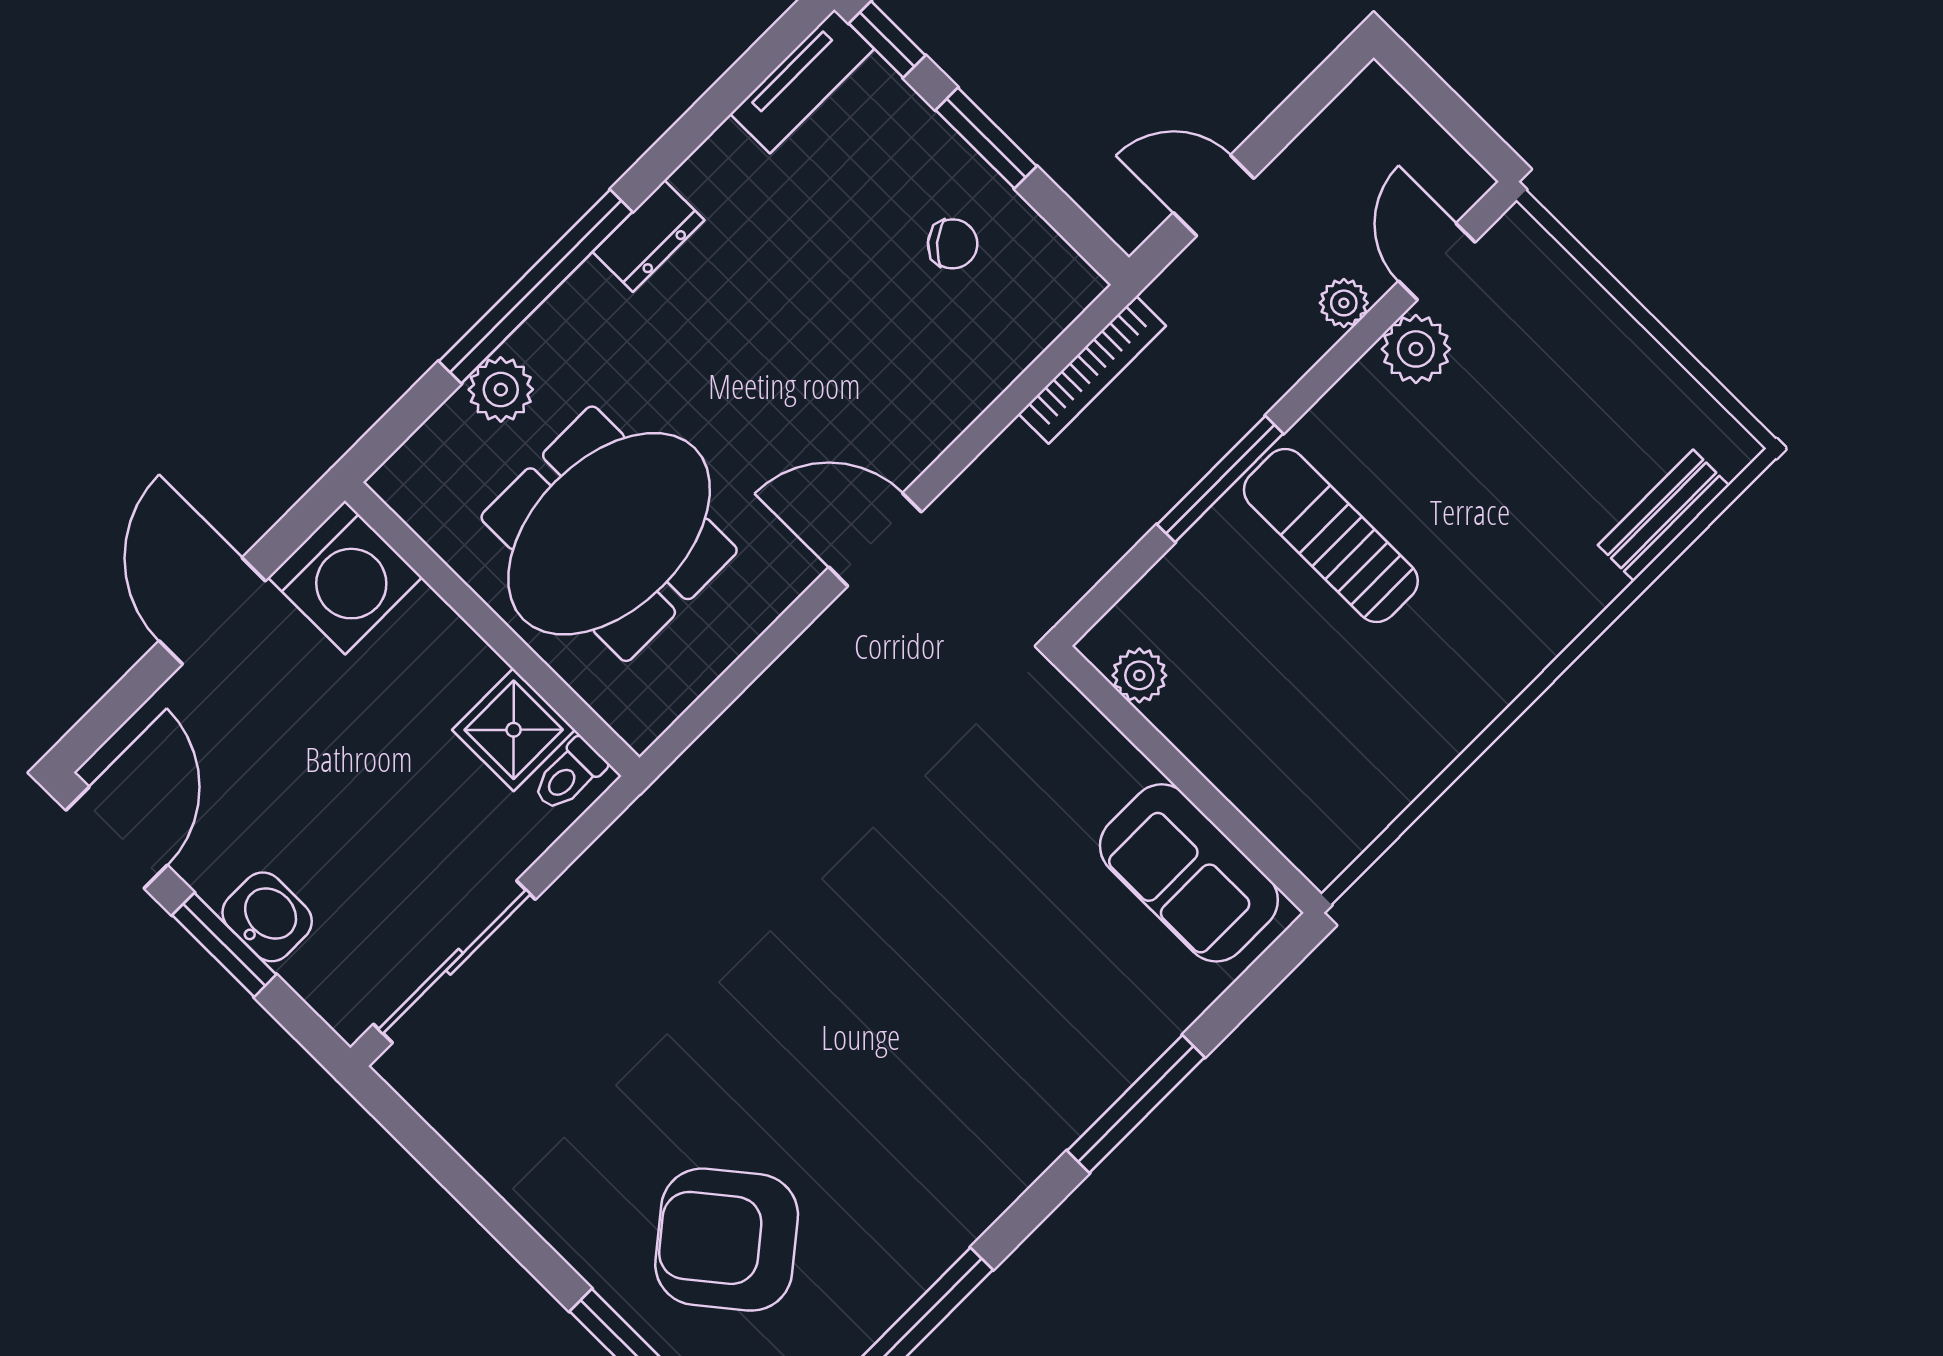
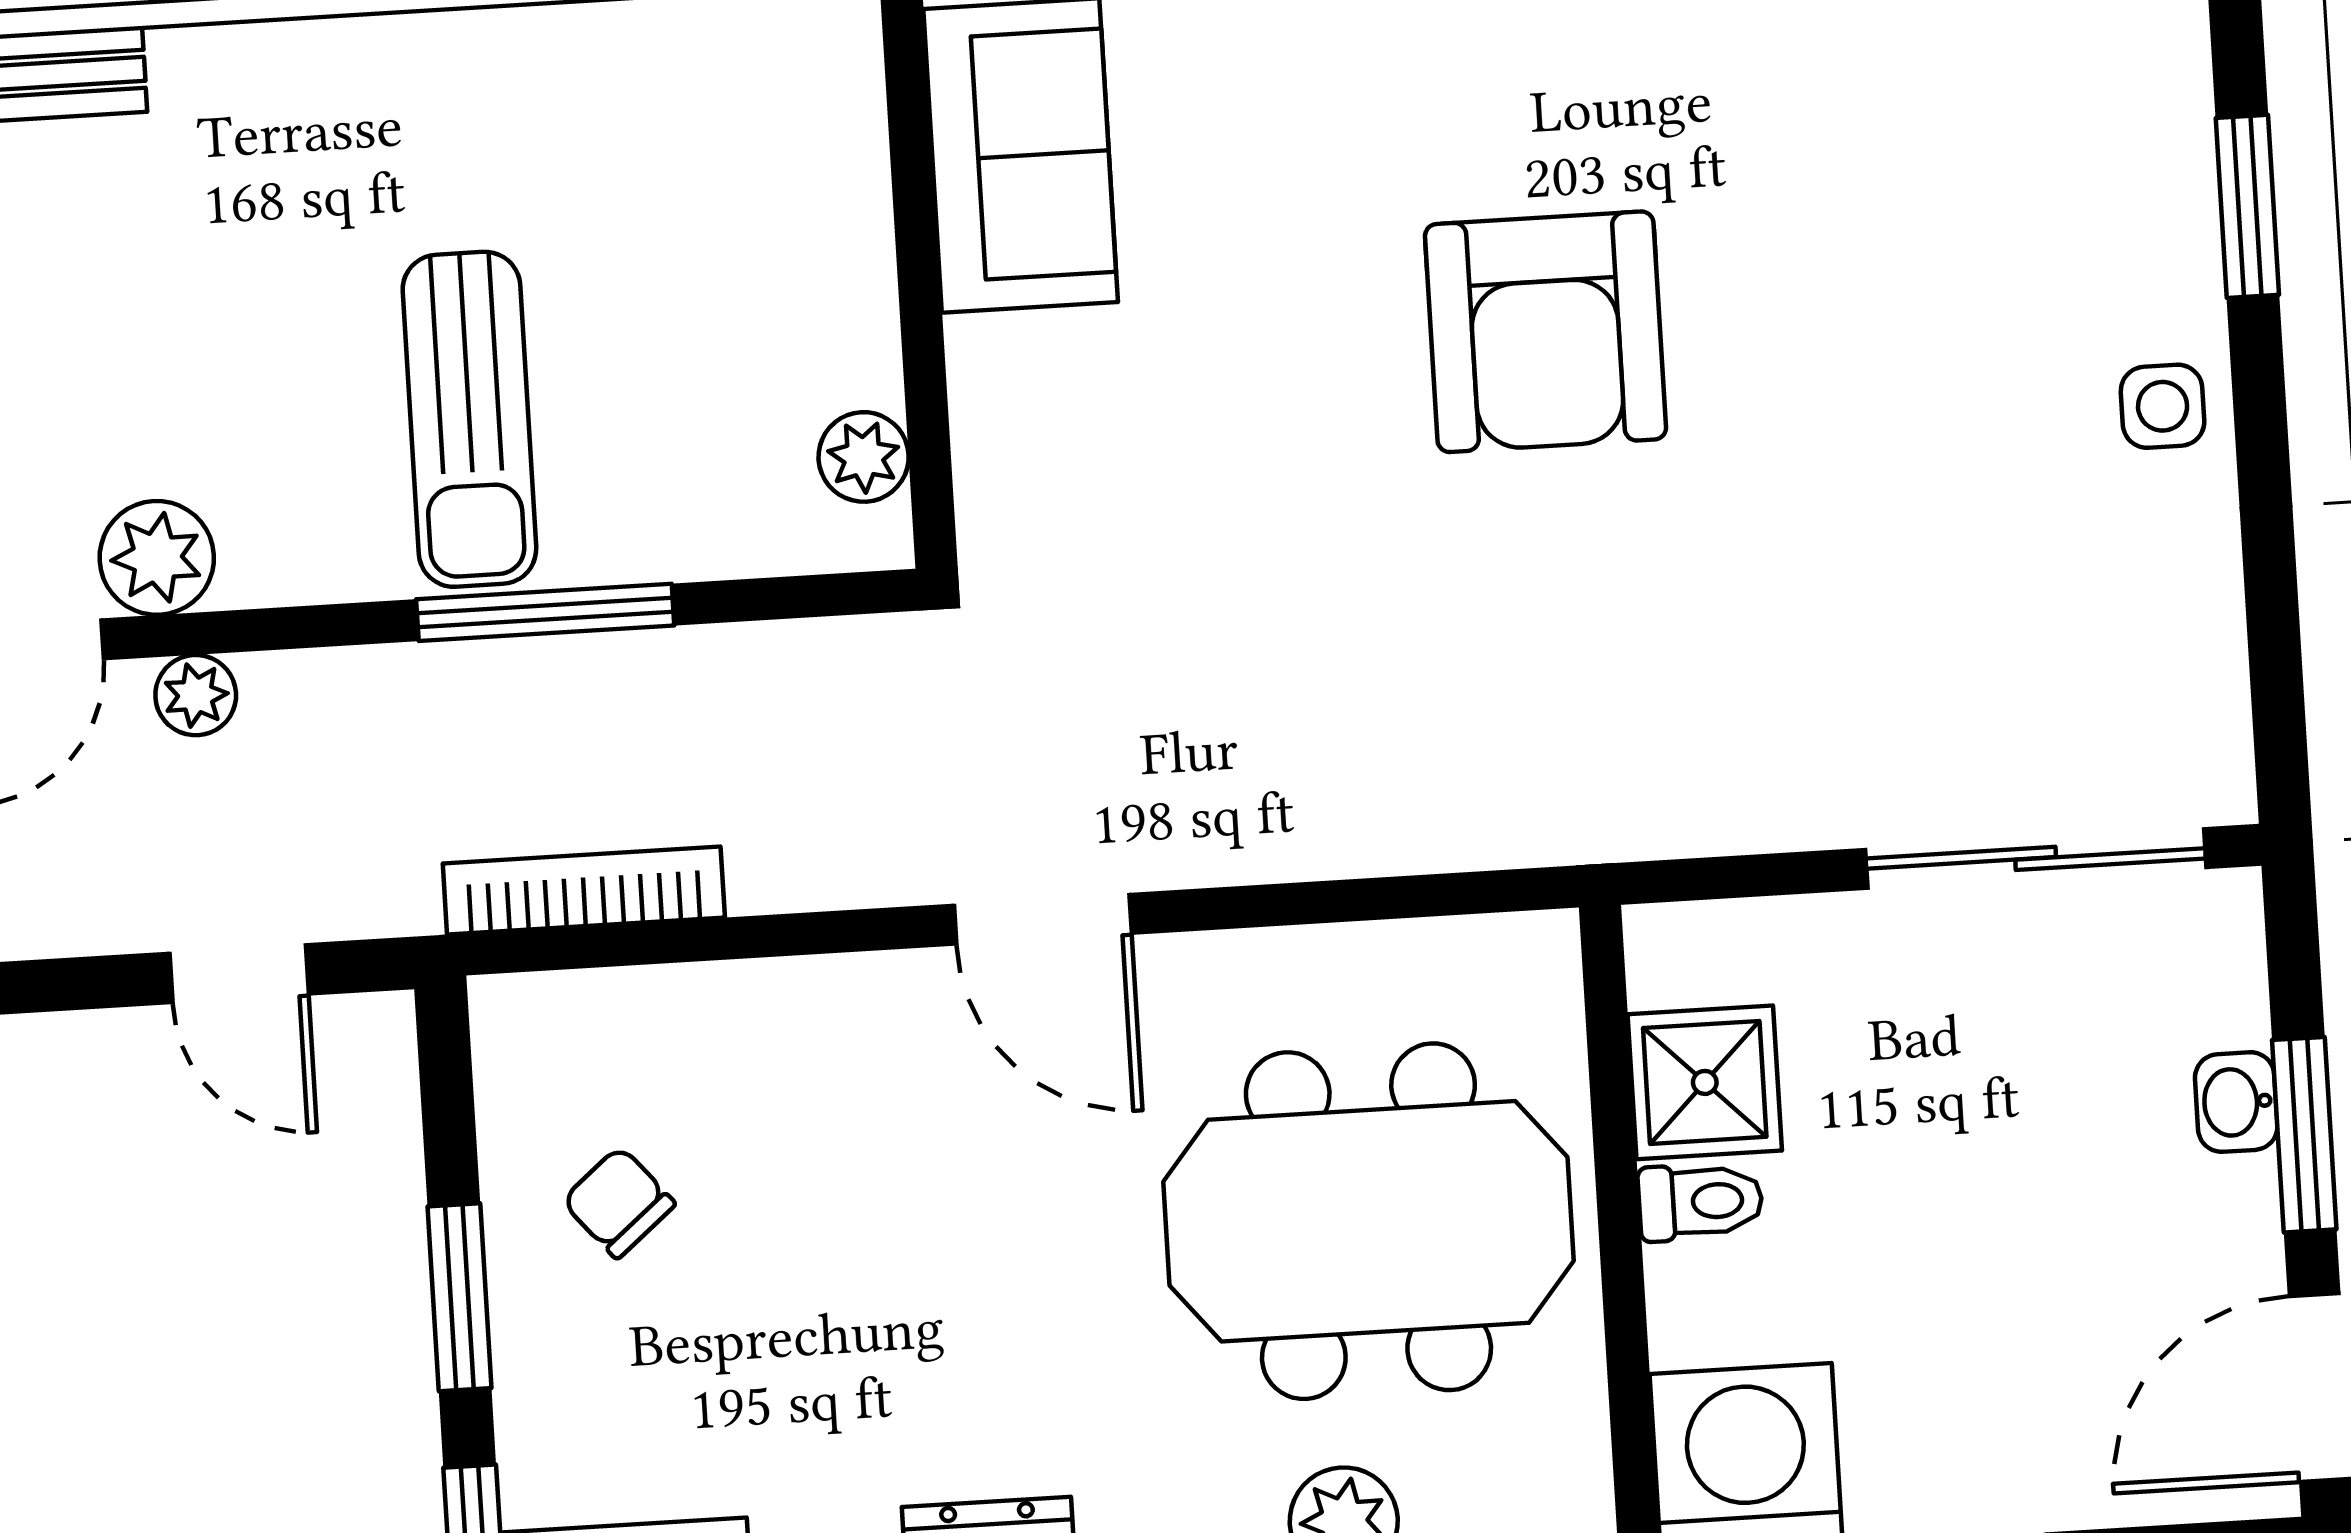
toilet: (569, 775) -> (1700, 1202), moved
washbasin: (267, 917) -> (2236, 1102), width x0.72, depth x0.69
side table: (577, 1215) -> (2163, 406), added
armchair: (727, 1240) -> (1546, 332), moved, turned 39

